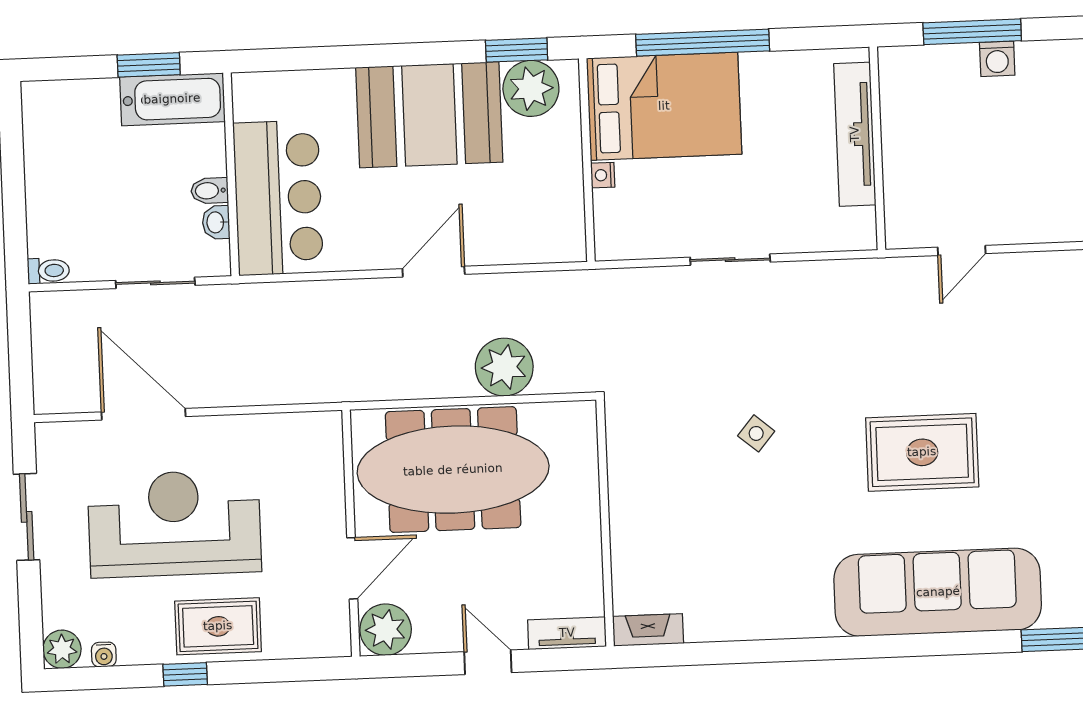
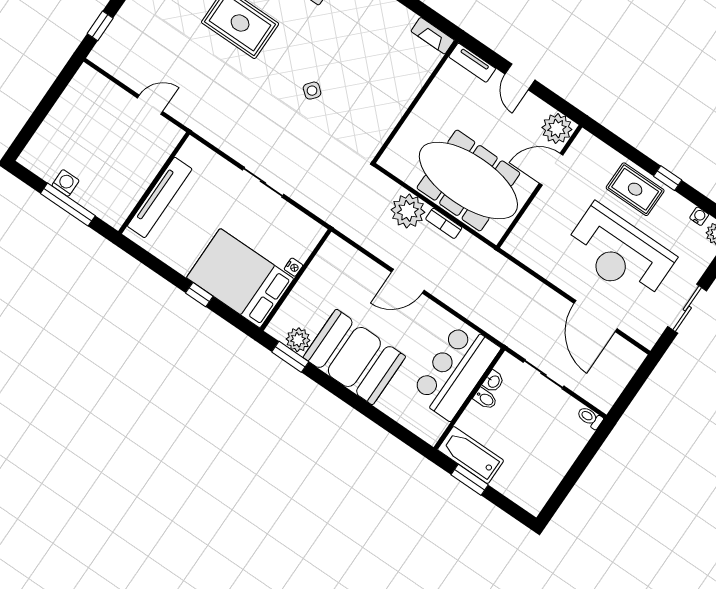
window: (703, 43) -> (199, 295), width x0.32
plant: (531, 88) -> (298, 340), width x0.73, depth x0.73
bookcase: (443, 387) -> (444, 223), added

